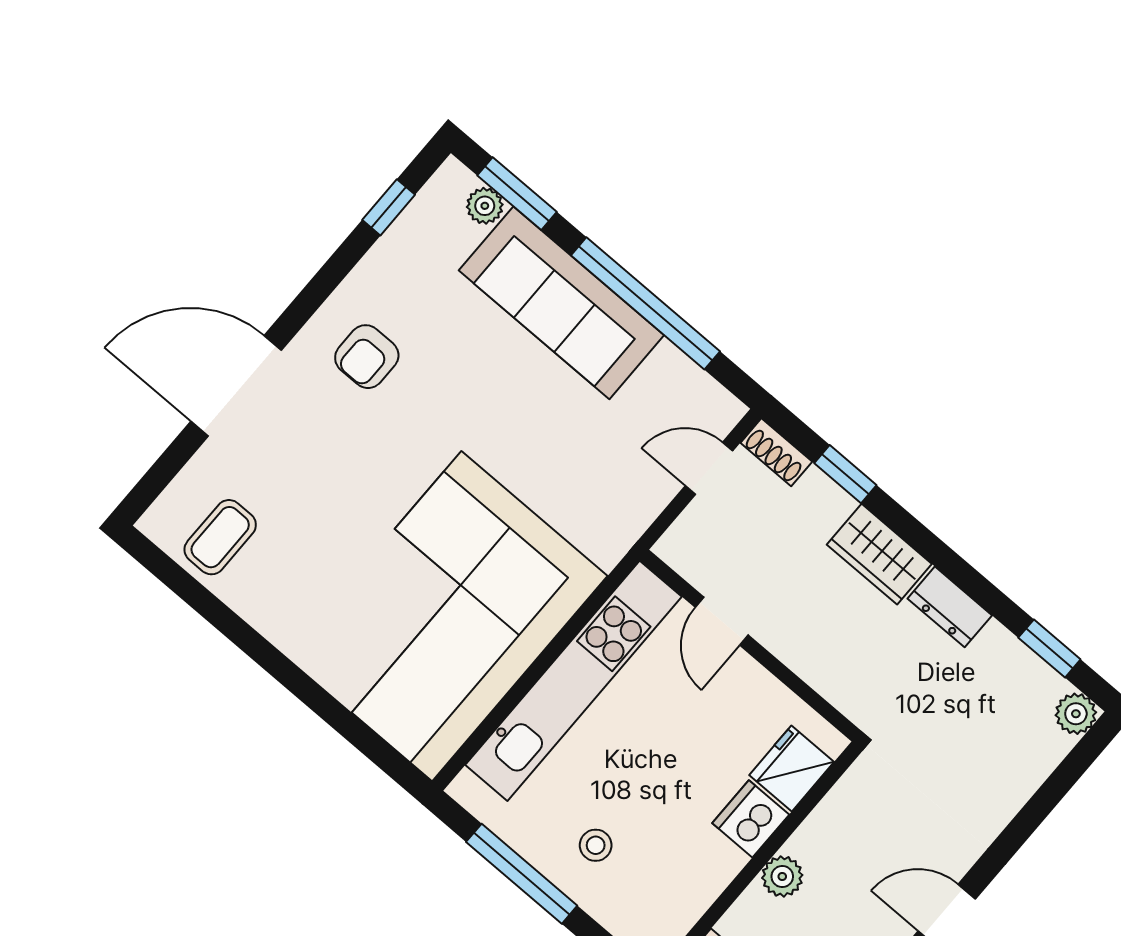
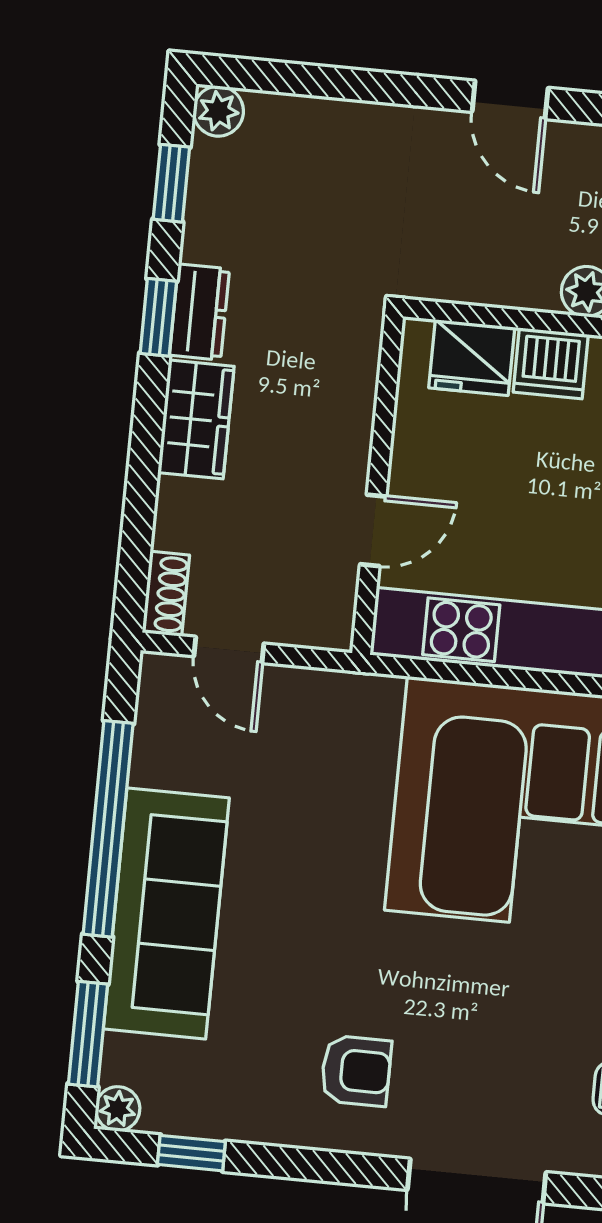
plant: (485, 206) -> (118, 1109), moved
window: (845, 474) -> (158, 317), moved

